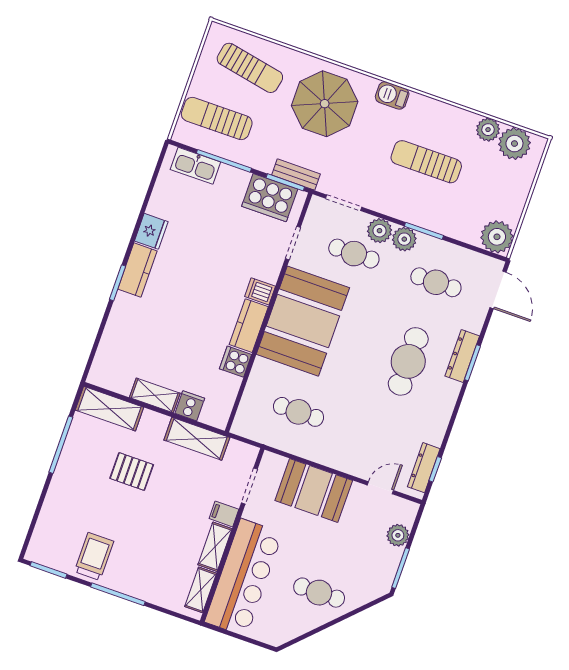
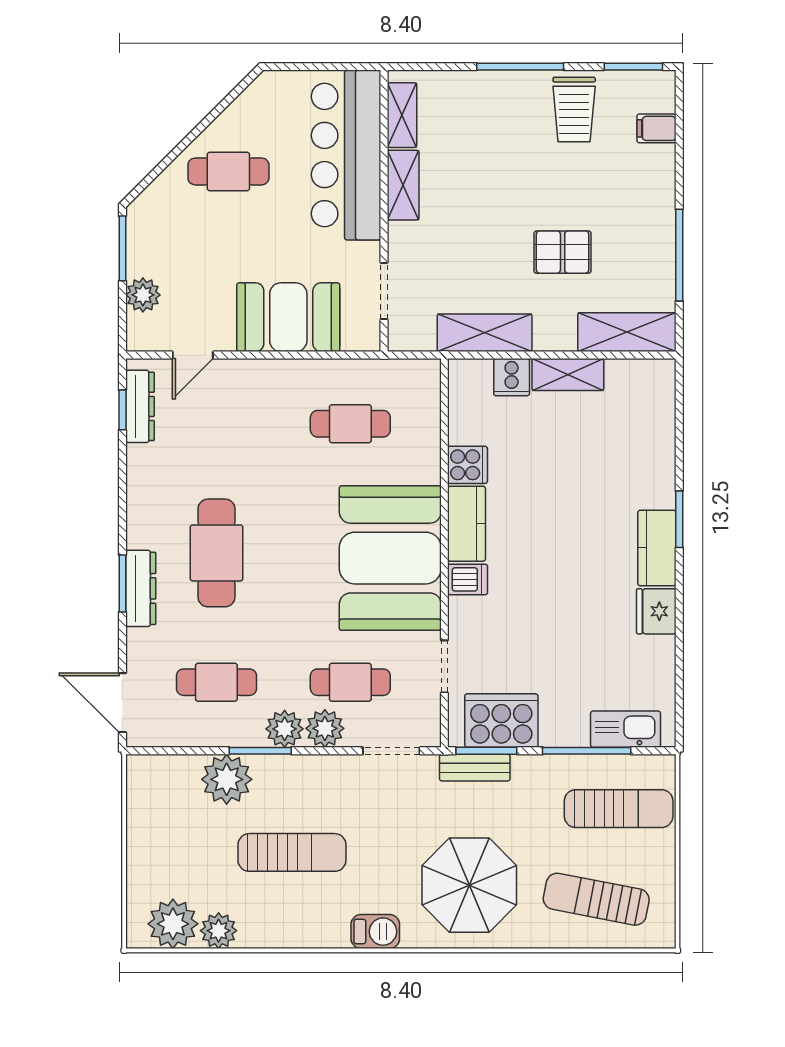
plant: (497, 237) -> (227, 779), moved
filing cabinet: (224, 514) -> (656, 128), moved, turned 180

